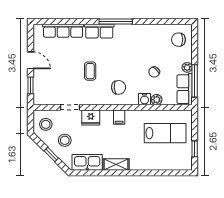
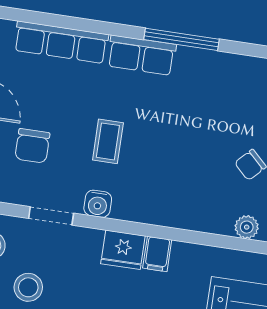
chair: (119, 87) -> (32, 146), moved, turned 95
water cooler: (145, 99) -> (98, 204), moved
fridge: (91, 118) -> (123, 250), moved

